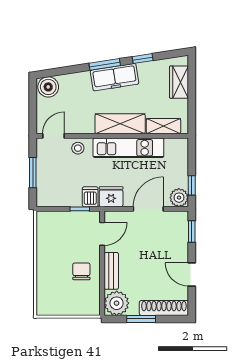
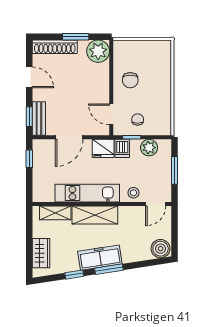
plant: (179, 198) -> (149, 148), moved
chair: (73, 228) -> (138, 119), added
door: (102, 234) -> (111, 114), hinge flipped
bench: (111, 271) -> (39, 119), moved

